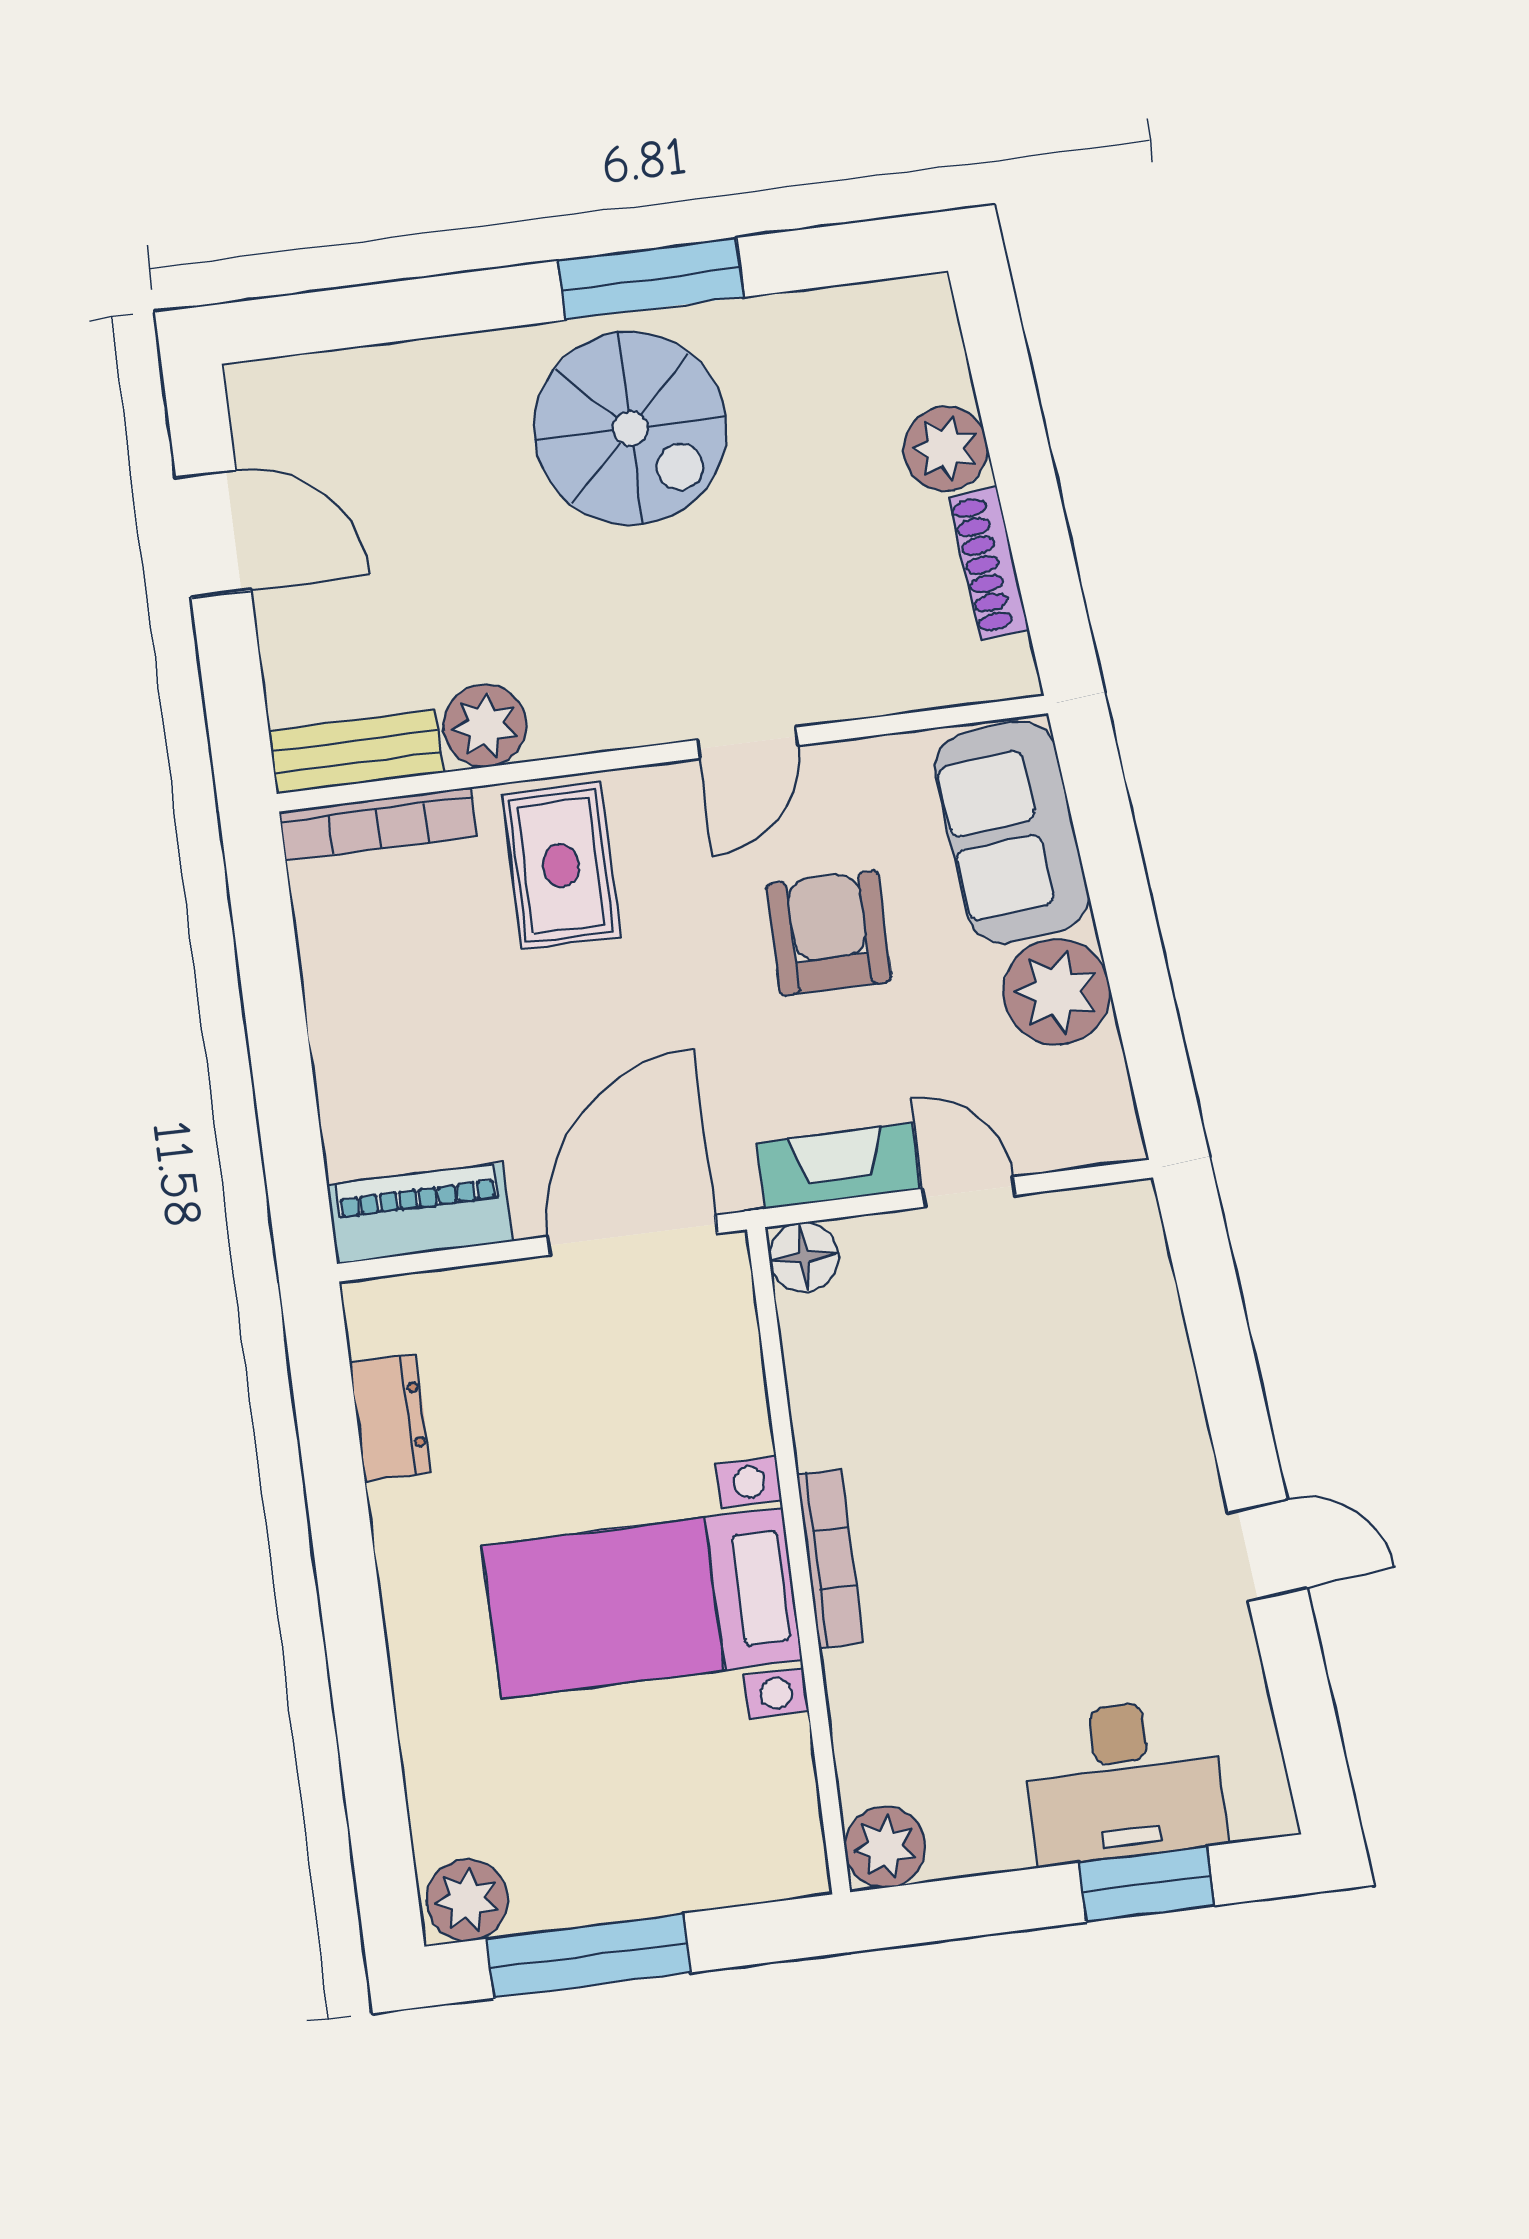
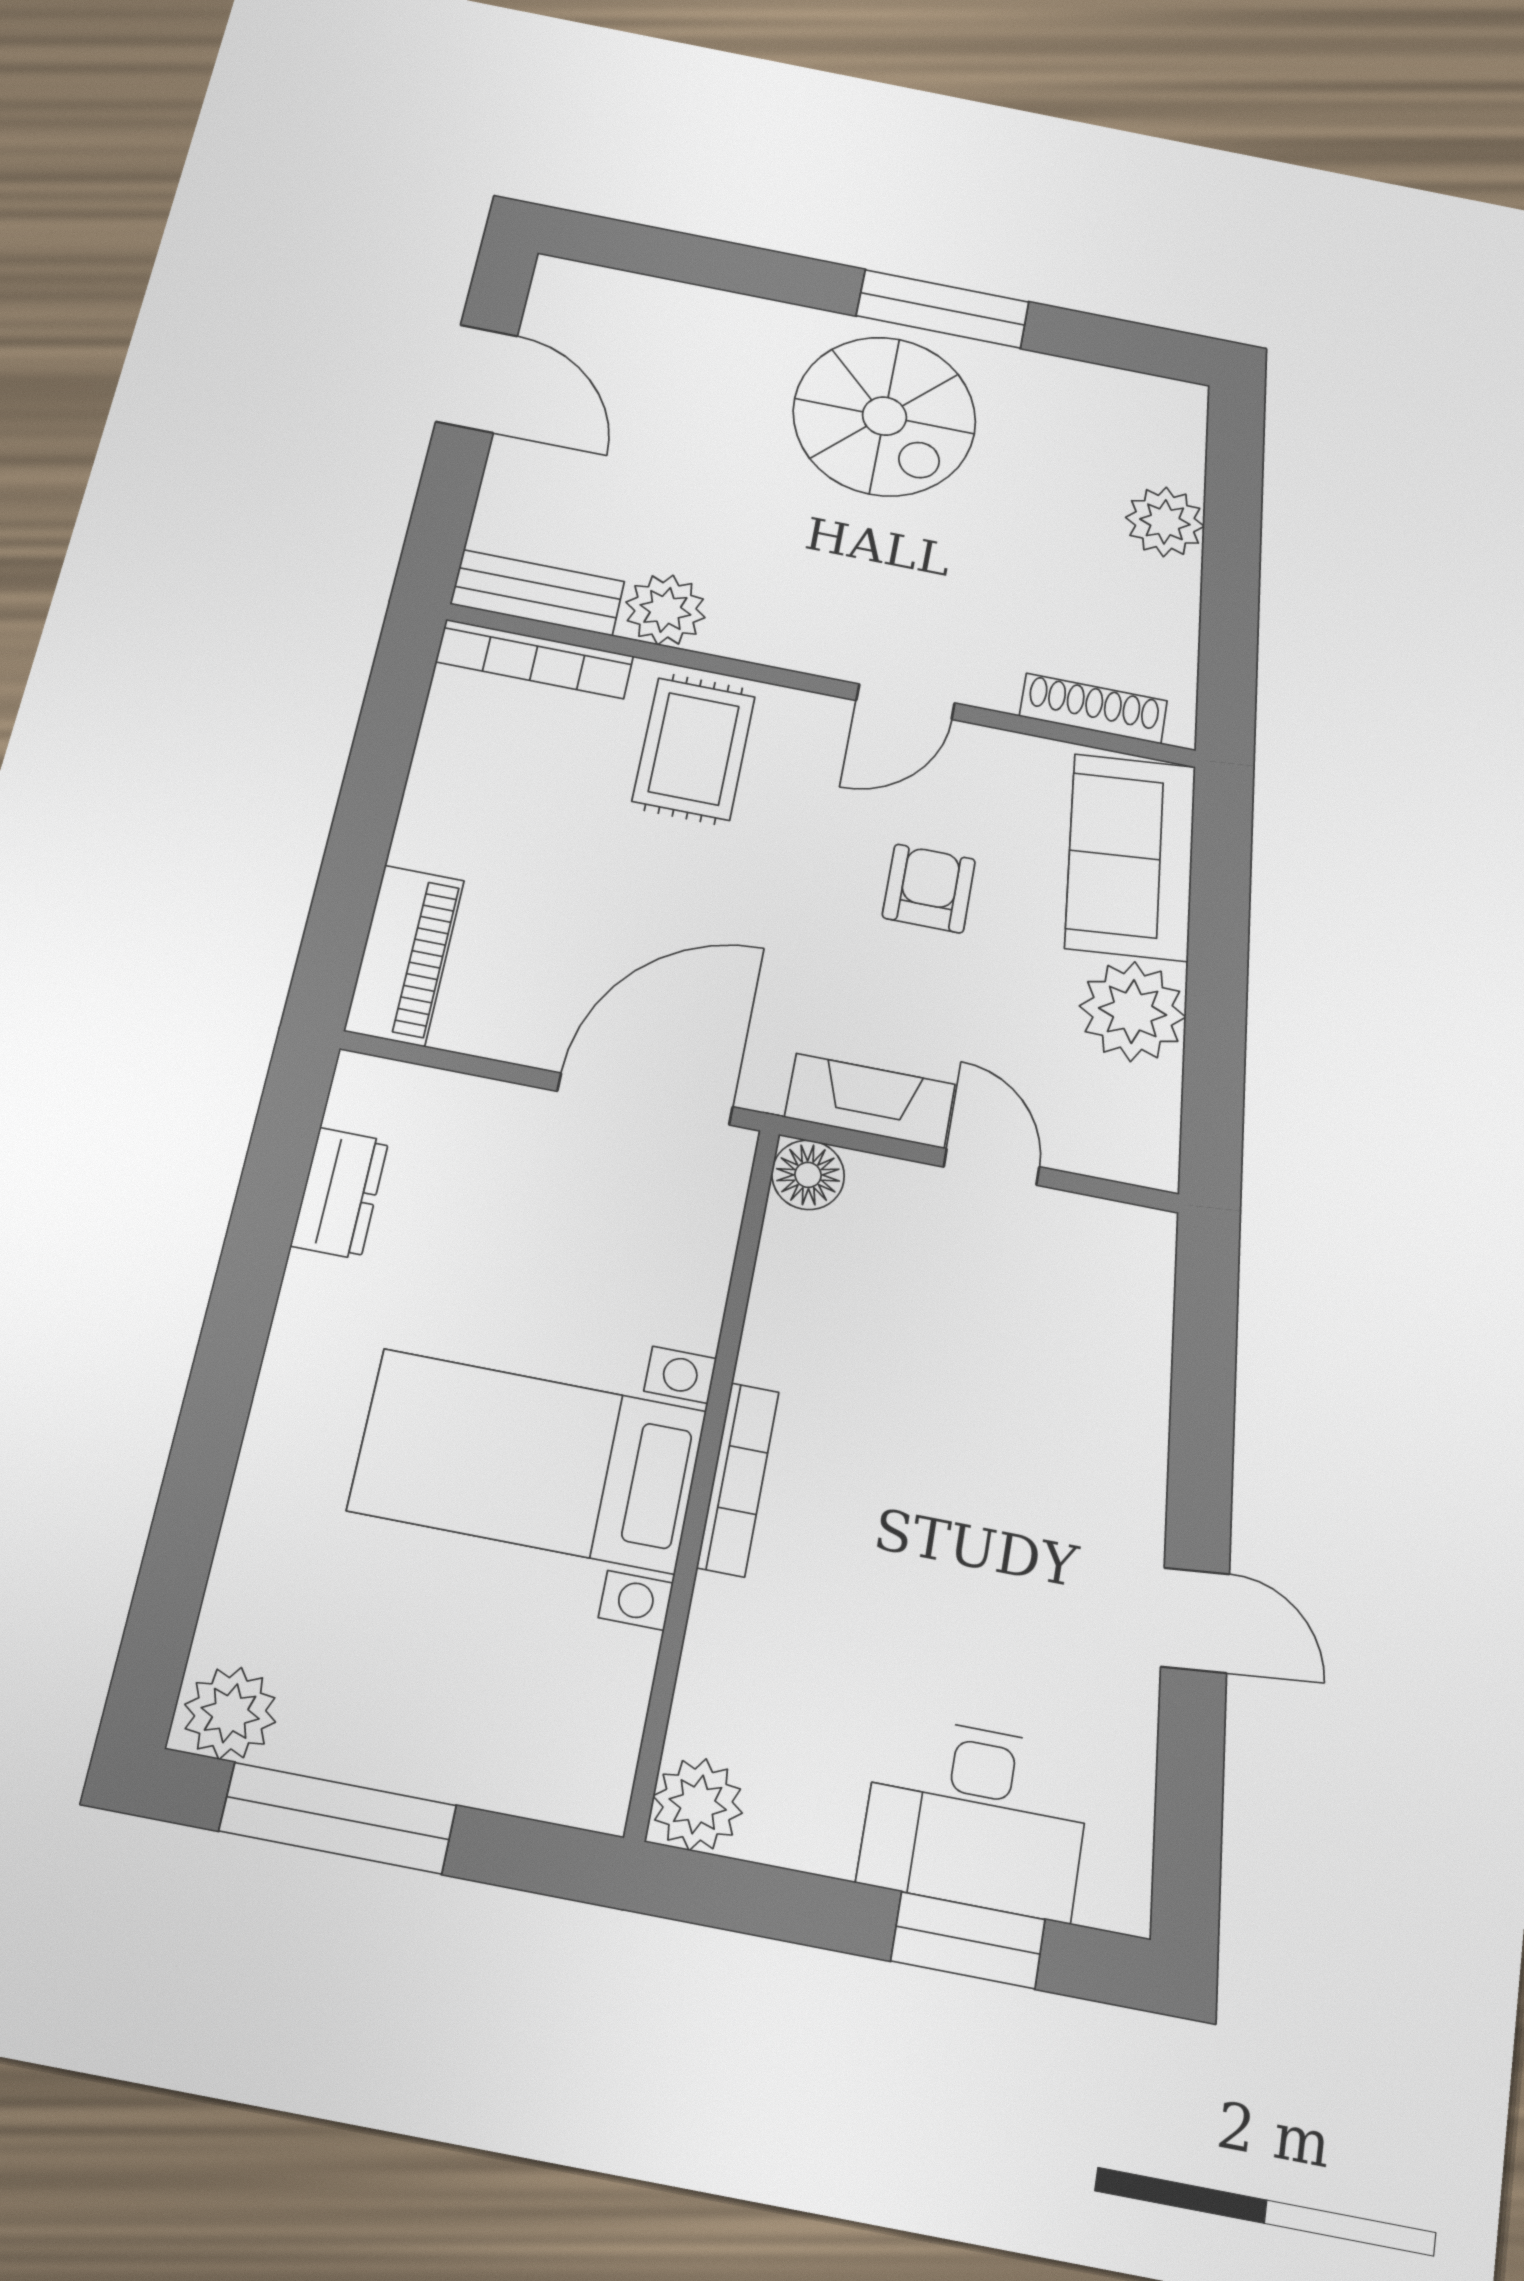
shoe rack: (989, 563) -> (1093, 709), moved, turned 95
armchair: (829, 933) -> (929, 888), width x0.72, depth x0.72
piano: (420, 1213) -> (404, 955), moved, turned 90

